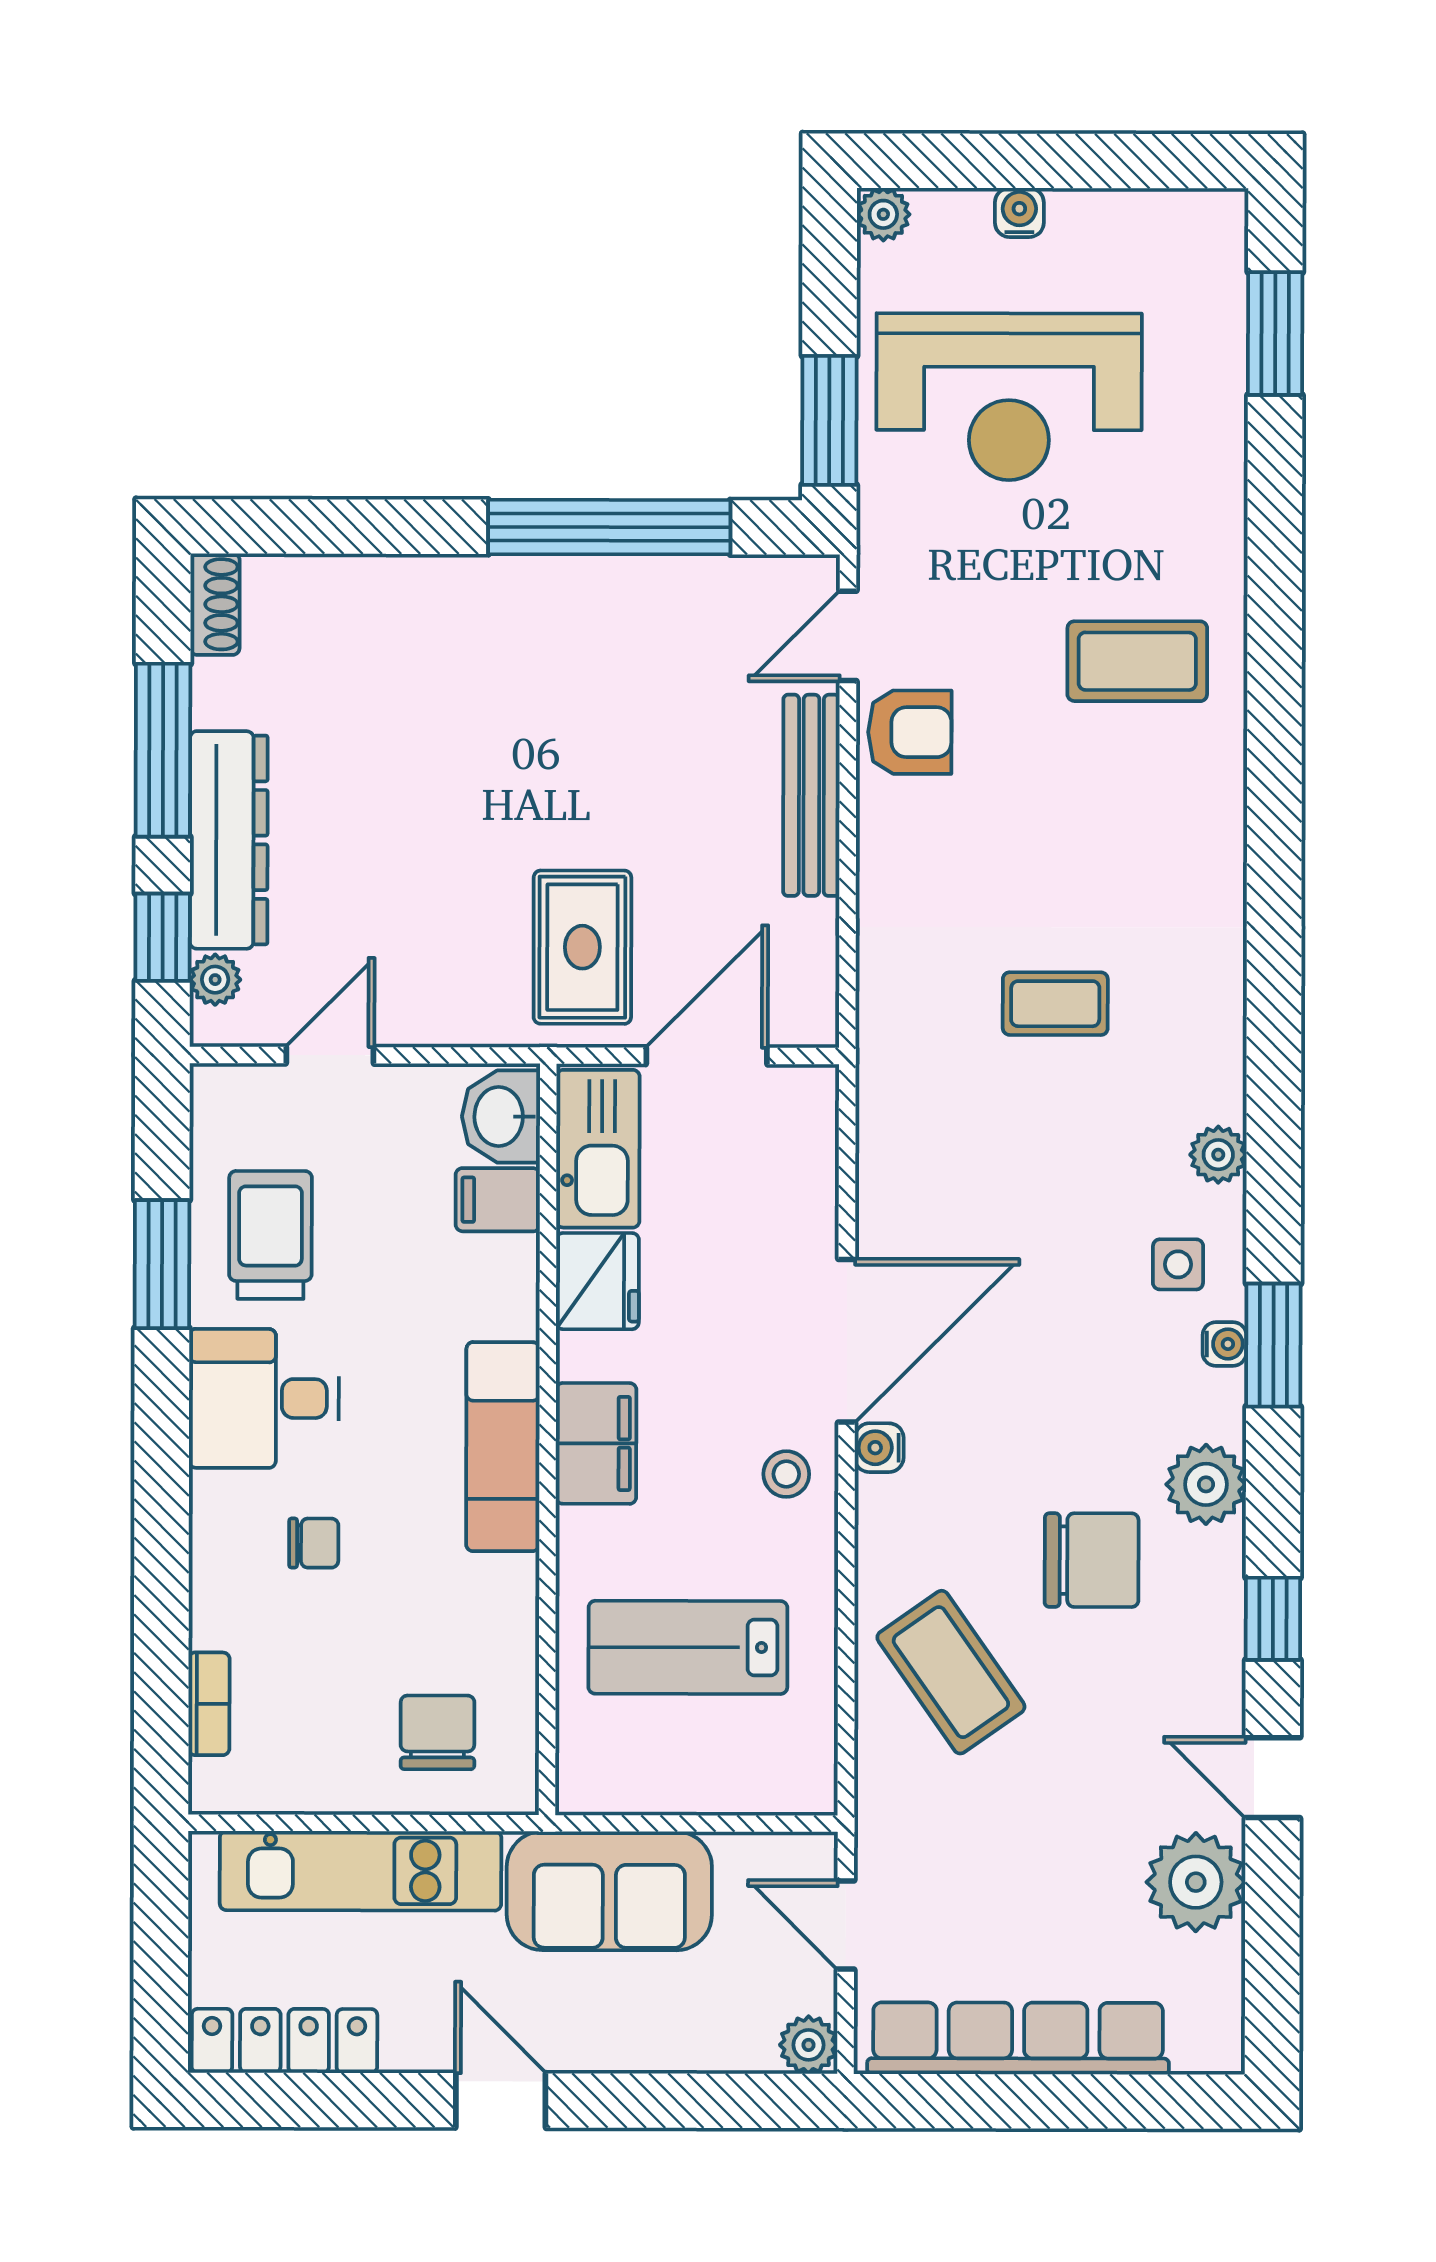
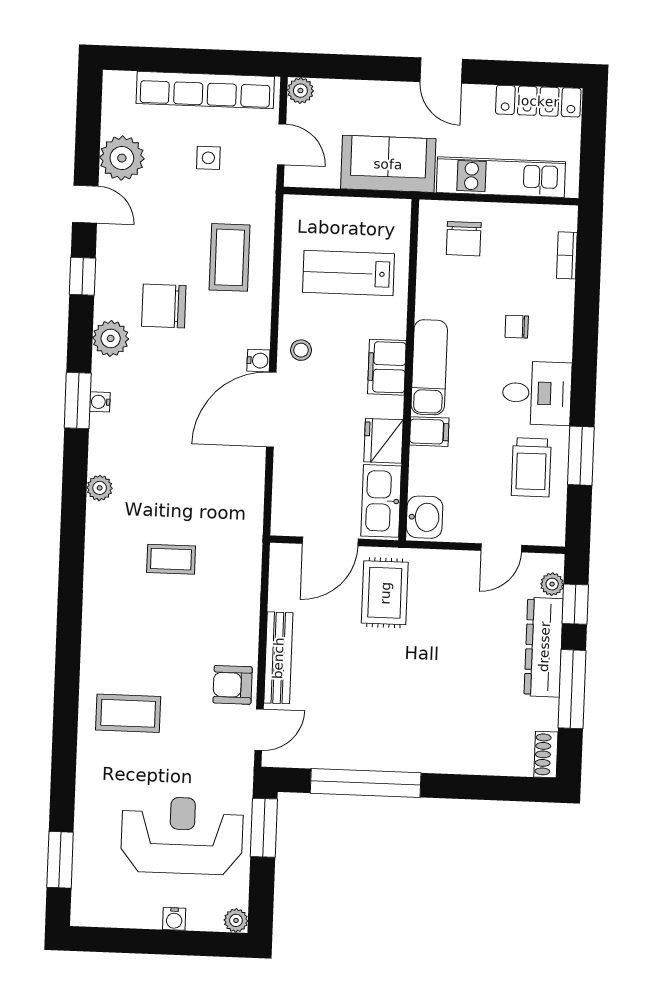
filing cabinet: (498, 1200) -> (429, 432), moved
side table: (1178, 1264) -> (208, 158), moved
lab bench: (688, 1647) -> (349, 273), turned 180
coffee table: (951, 1672) -> (230, 257), turned 35

